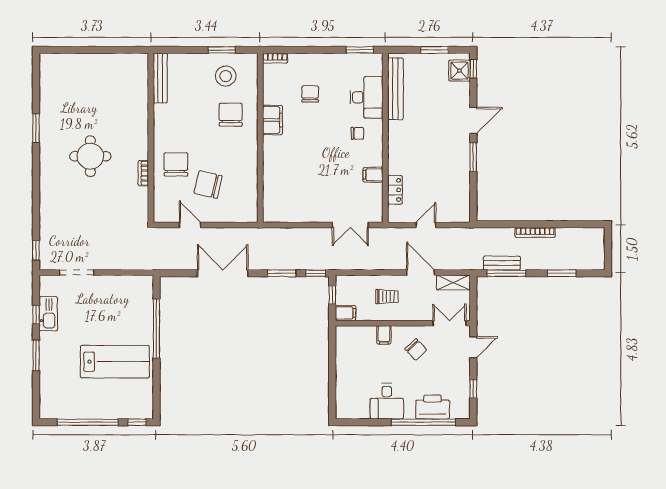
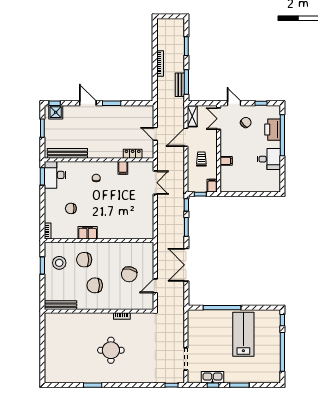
desk: (367, 97) -> (55, 175), moved, turned -90
chair: (176, 164) -> (95, 285), moved
chair: (416, 349) -> (246, 122), moved

